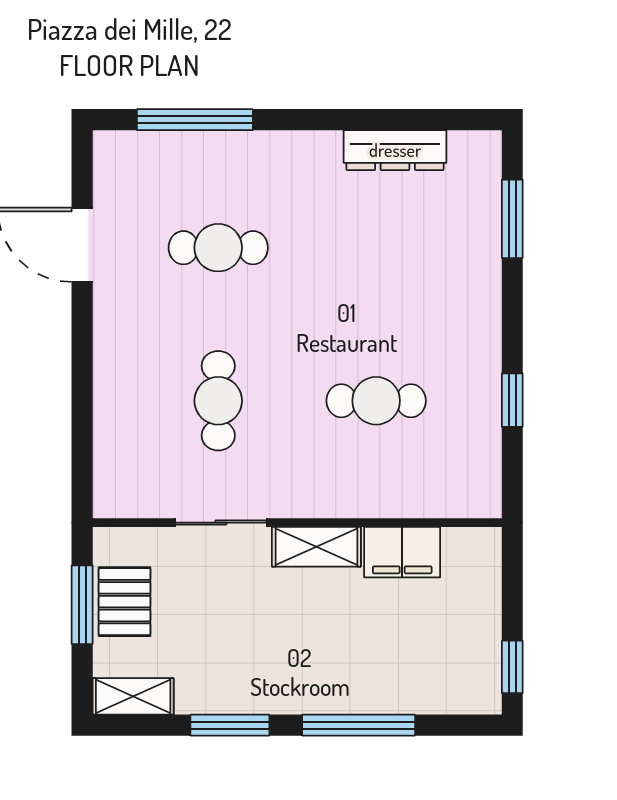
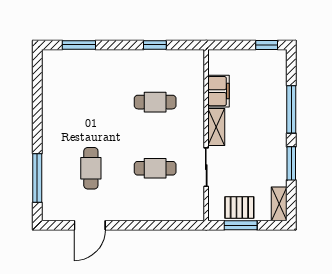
dresser: (395, 150) -> (50, 94), removed
cafe table: (376, 401) -> (155, 102), turned 90

